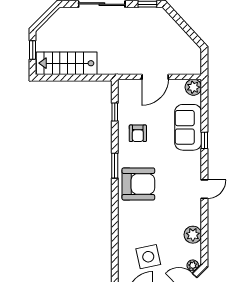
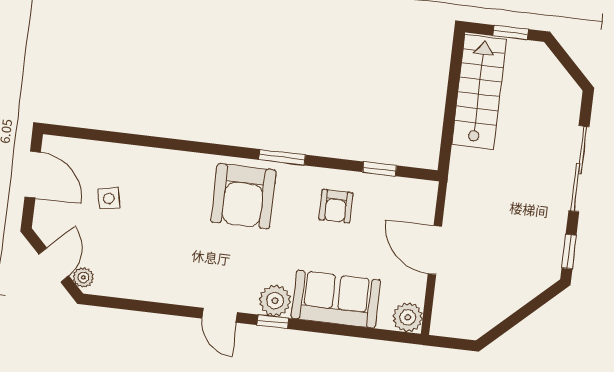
armchair: (138, 133) -> (336, 206), turned -90
window: (204, 140) -> (273, 322), moved
plant: (193, 235) -> (275, 301), moved
side table: (148, 257) -> (109, 198), width x0.54, depth x0.54

